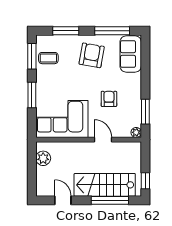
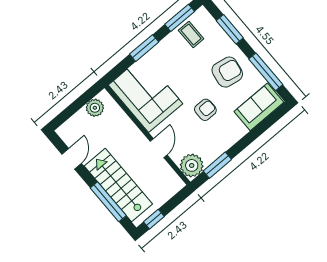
armchair: (109, 99) -> (205, 110), moved
plant: (136, 132) -> (192, 165), width x1.87, depth x1.87

